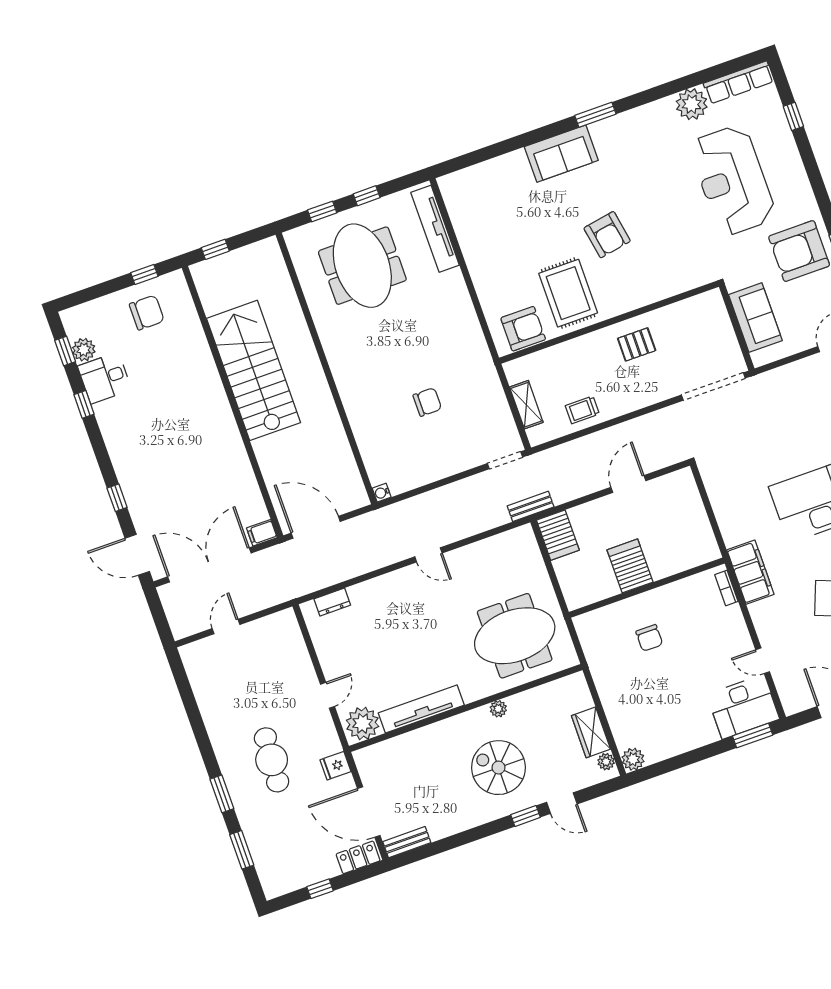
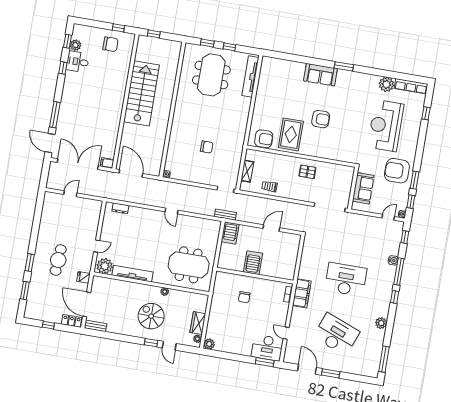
armchair: (607, 235) -> (321, 119), turned -80
window: (117, 498) -> (55, 115), width x2.17

